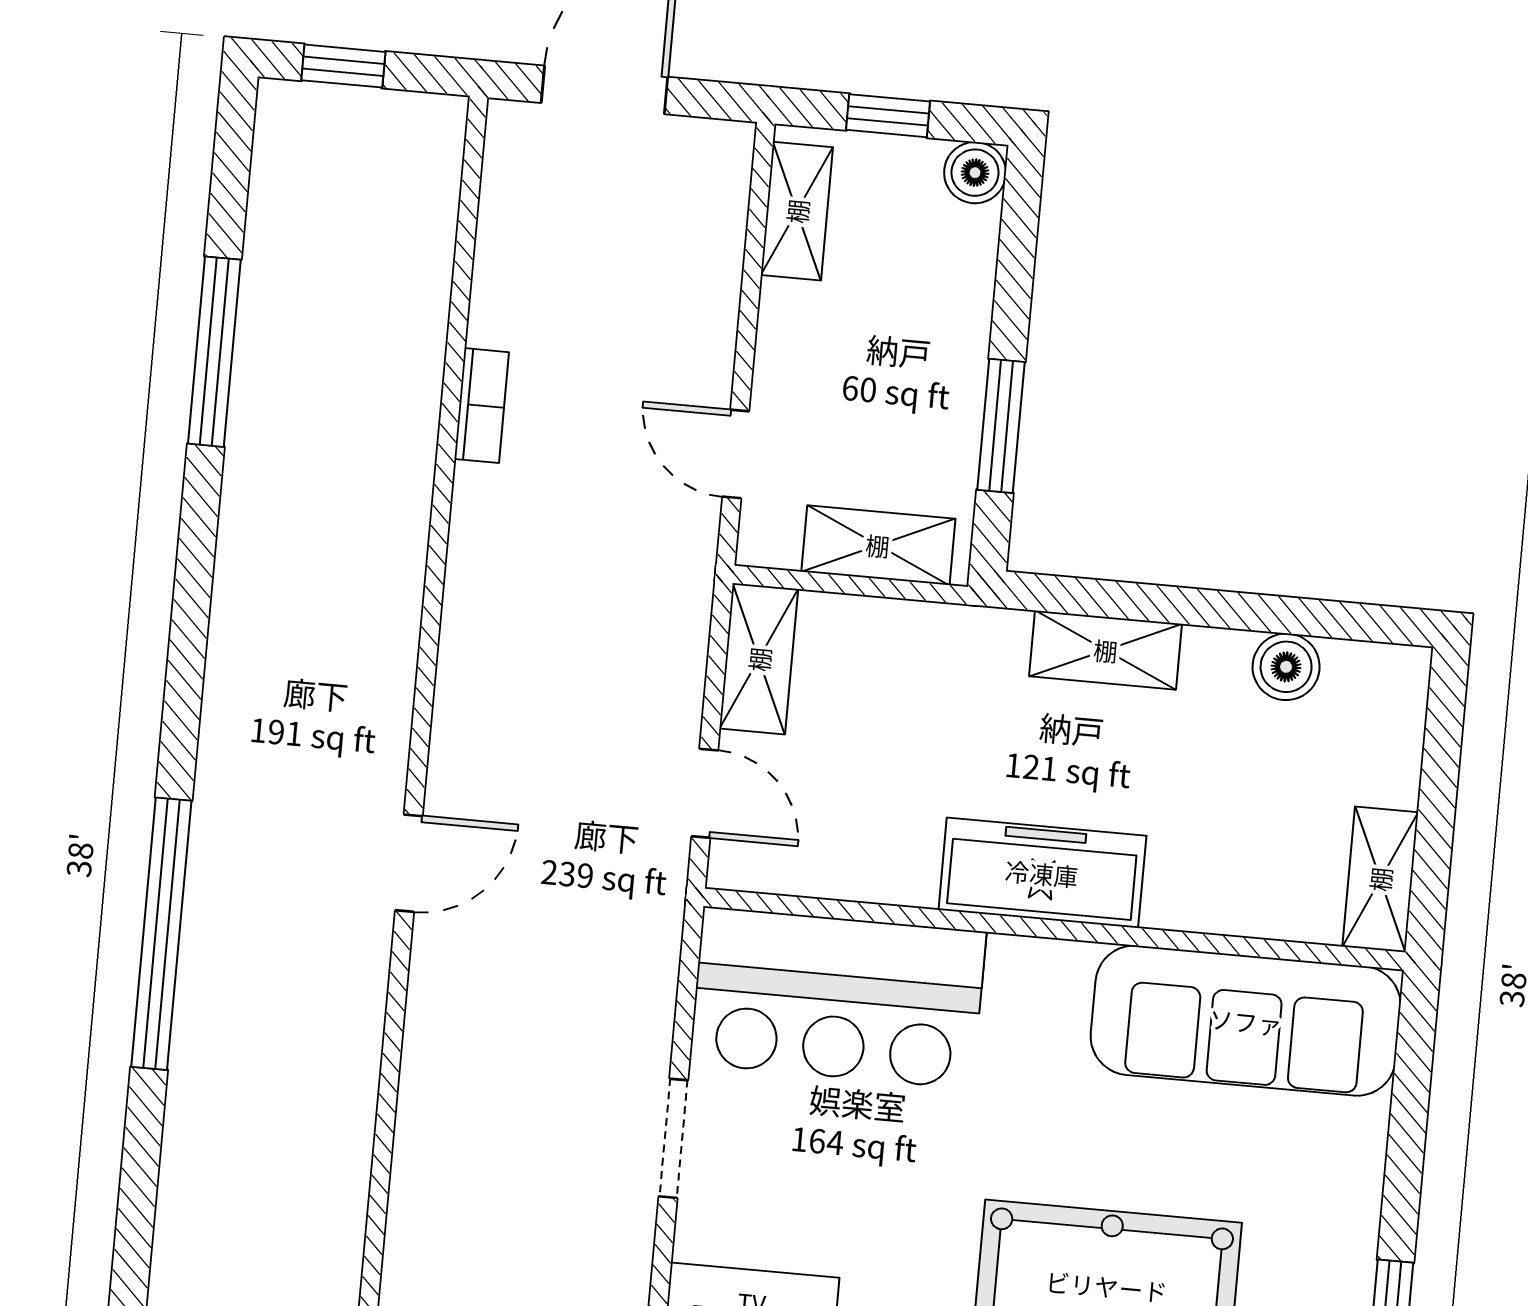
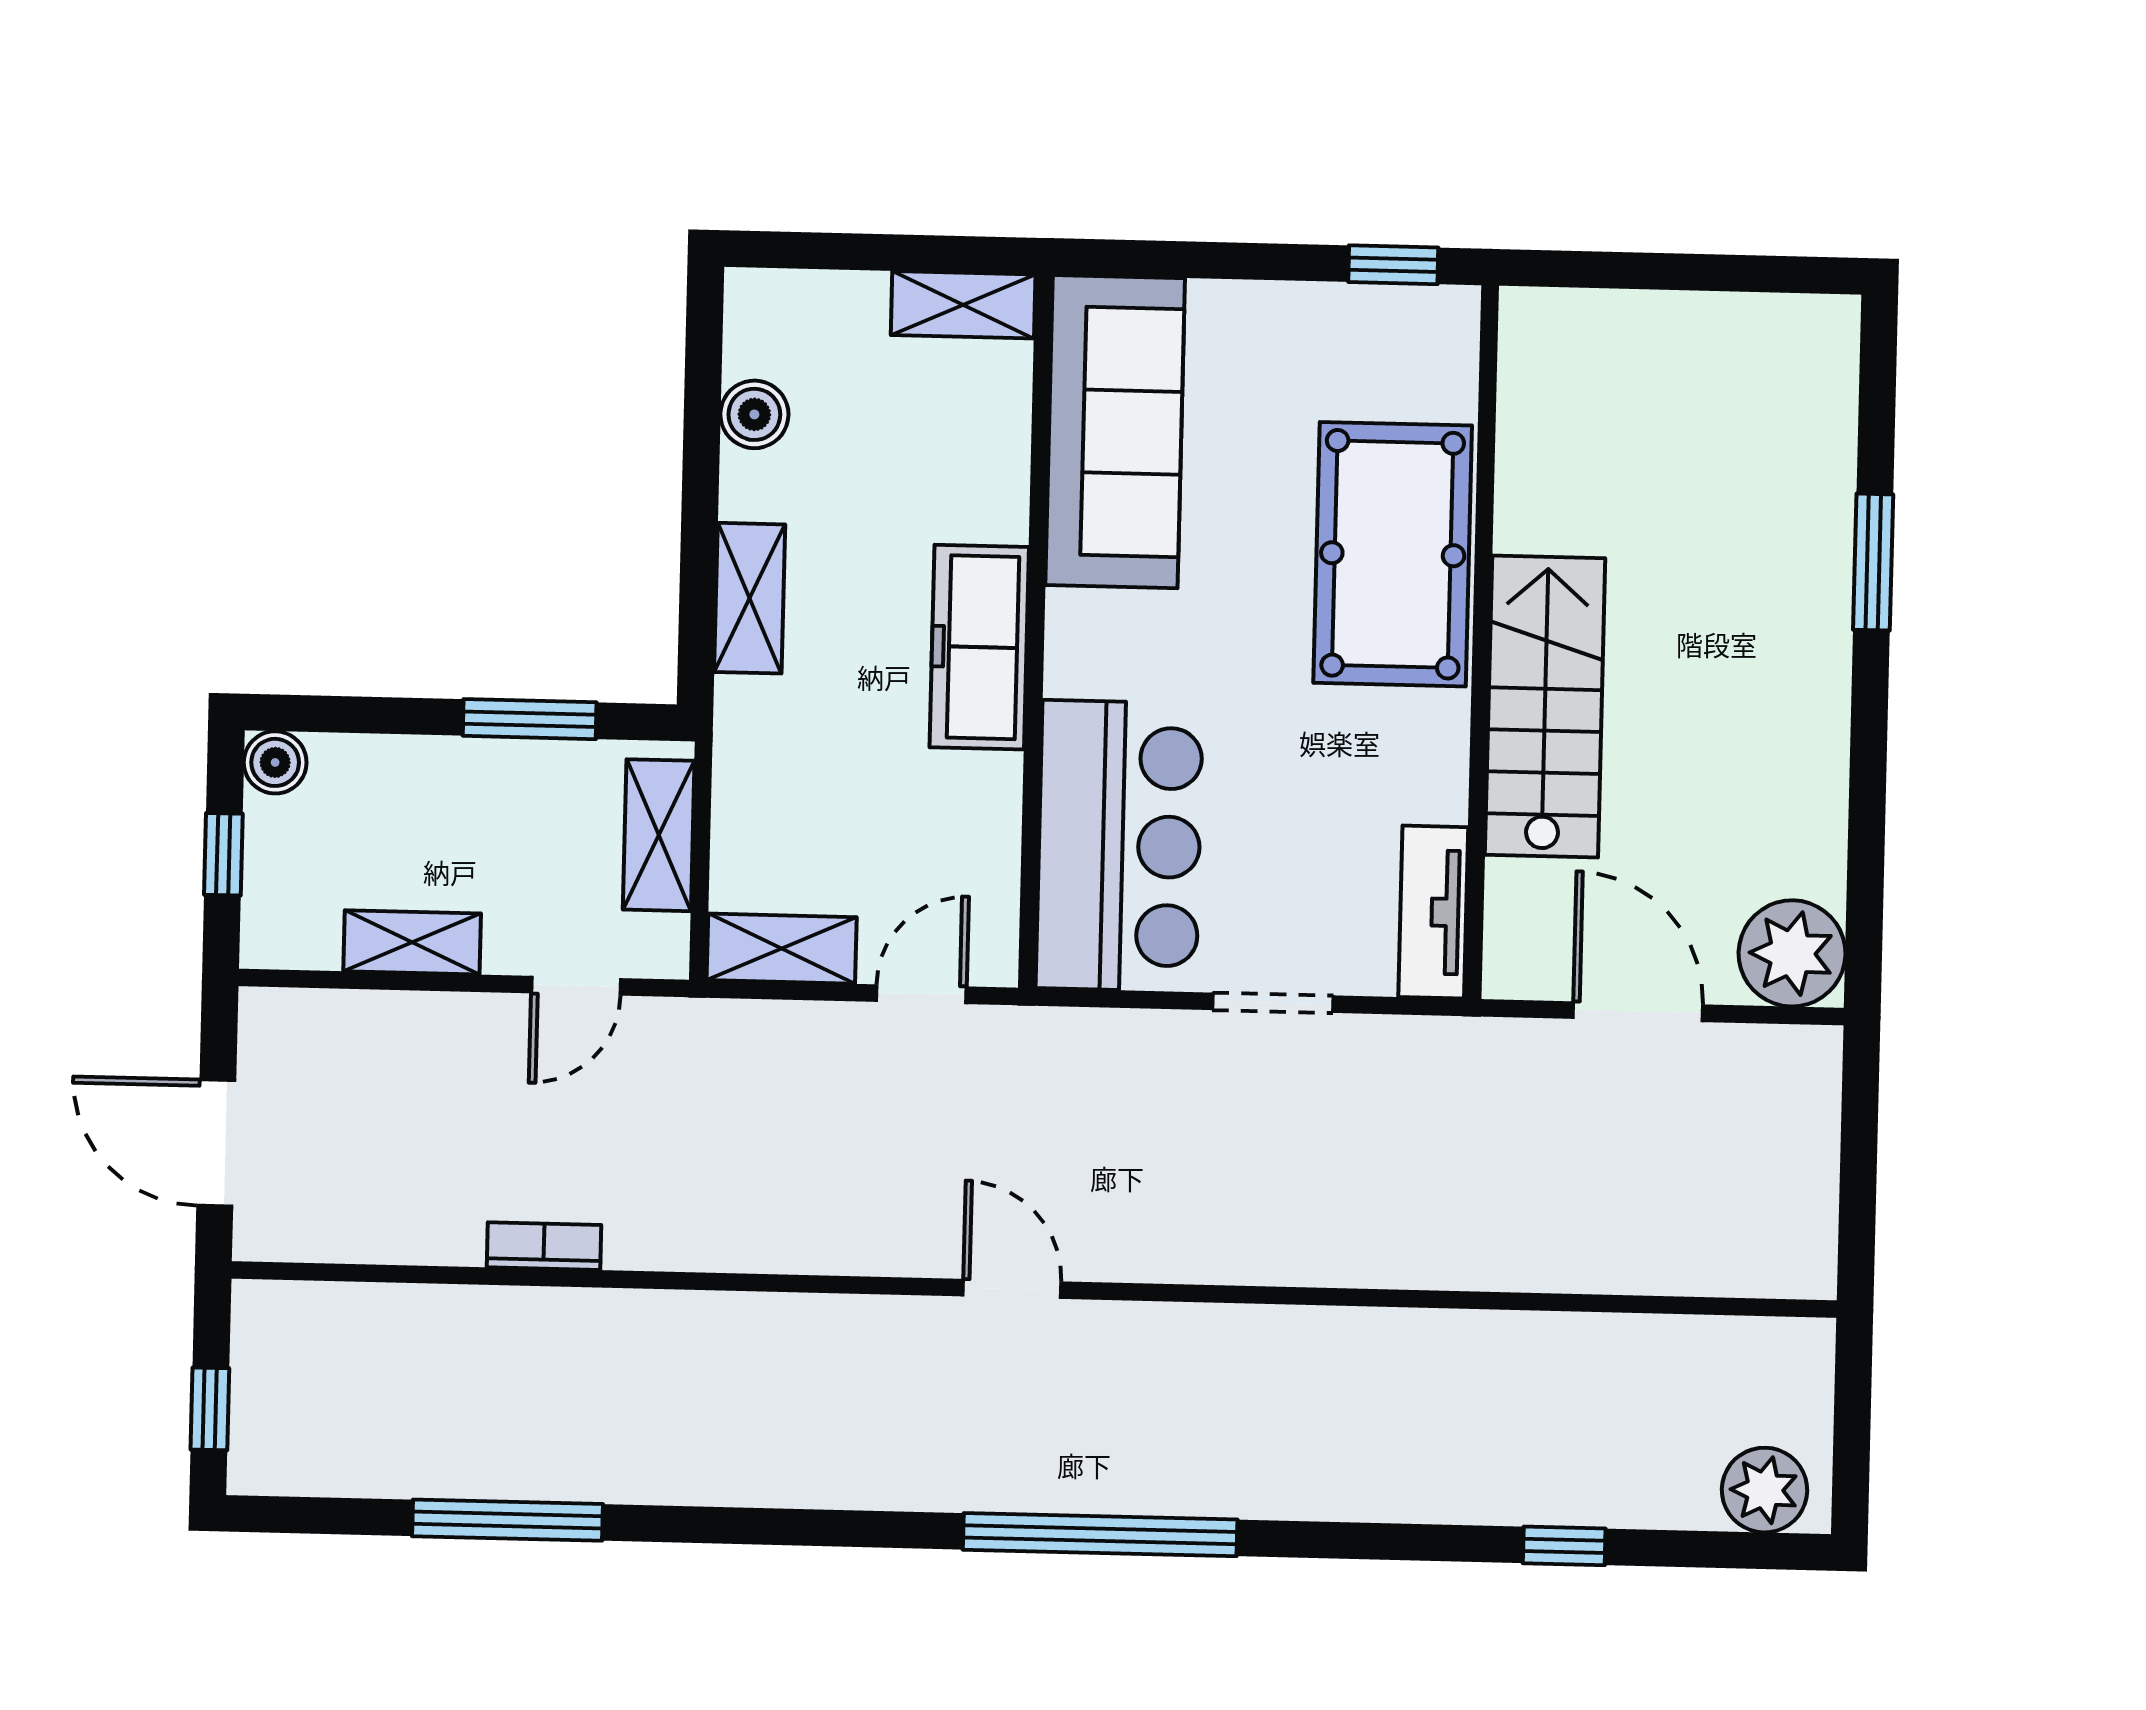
shelving: (797, 211) -> (412, 942), moved

